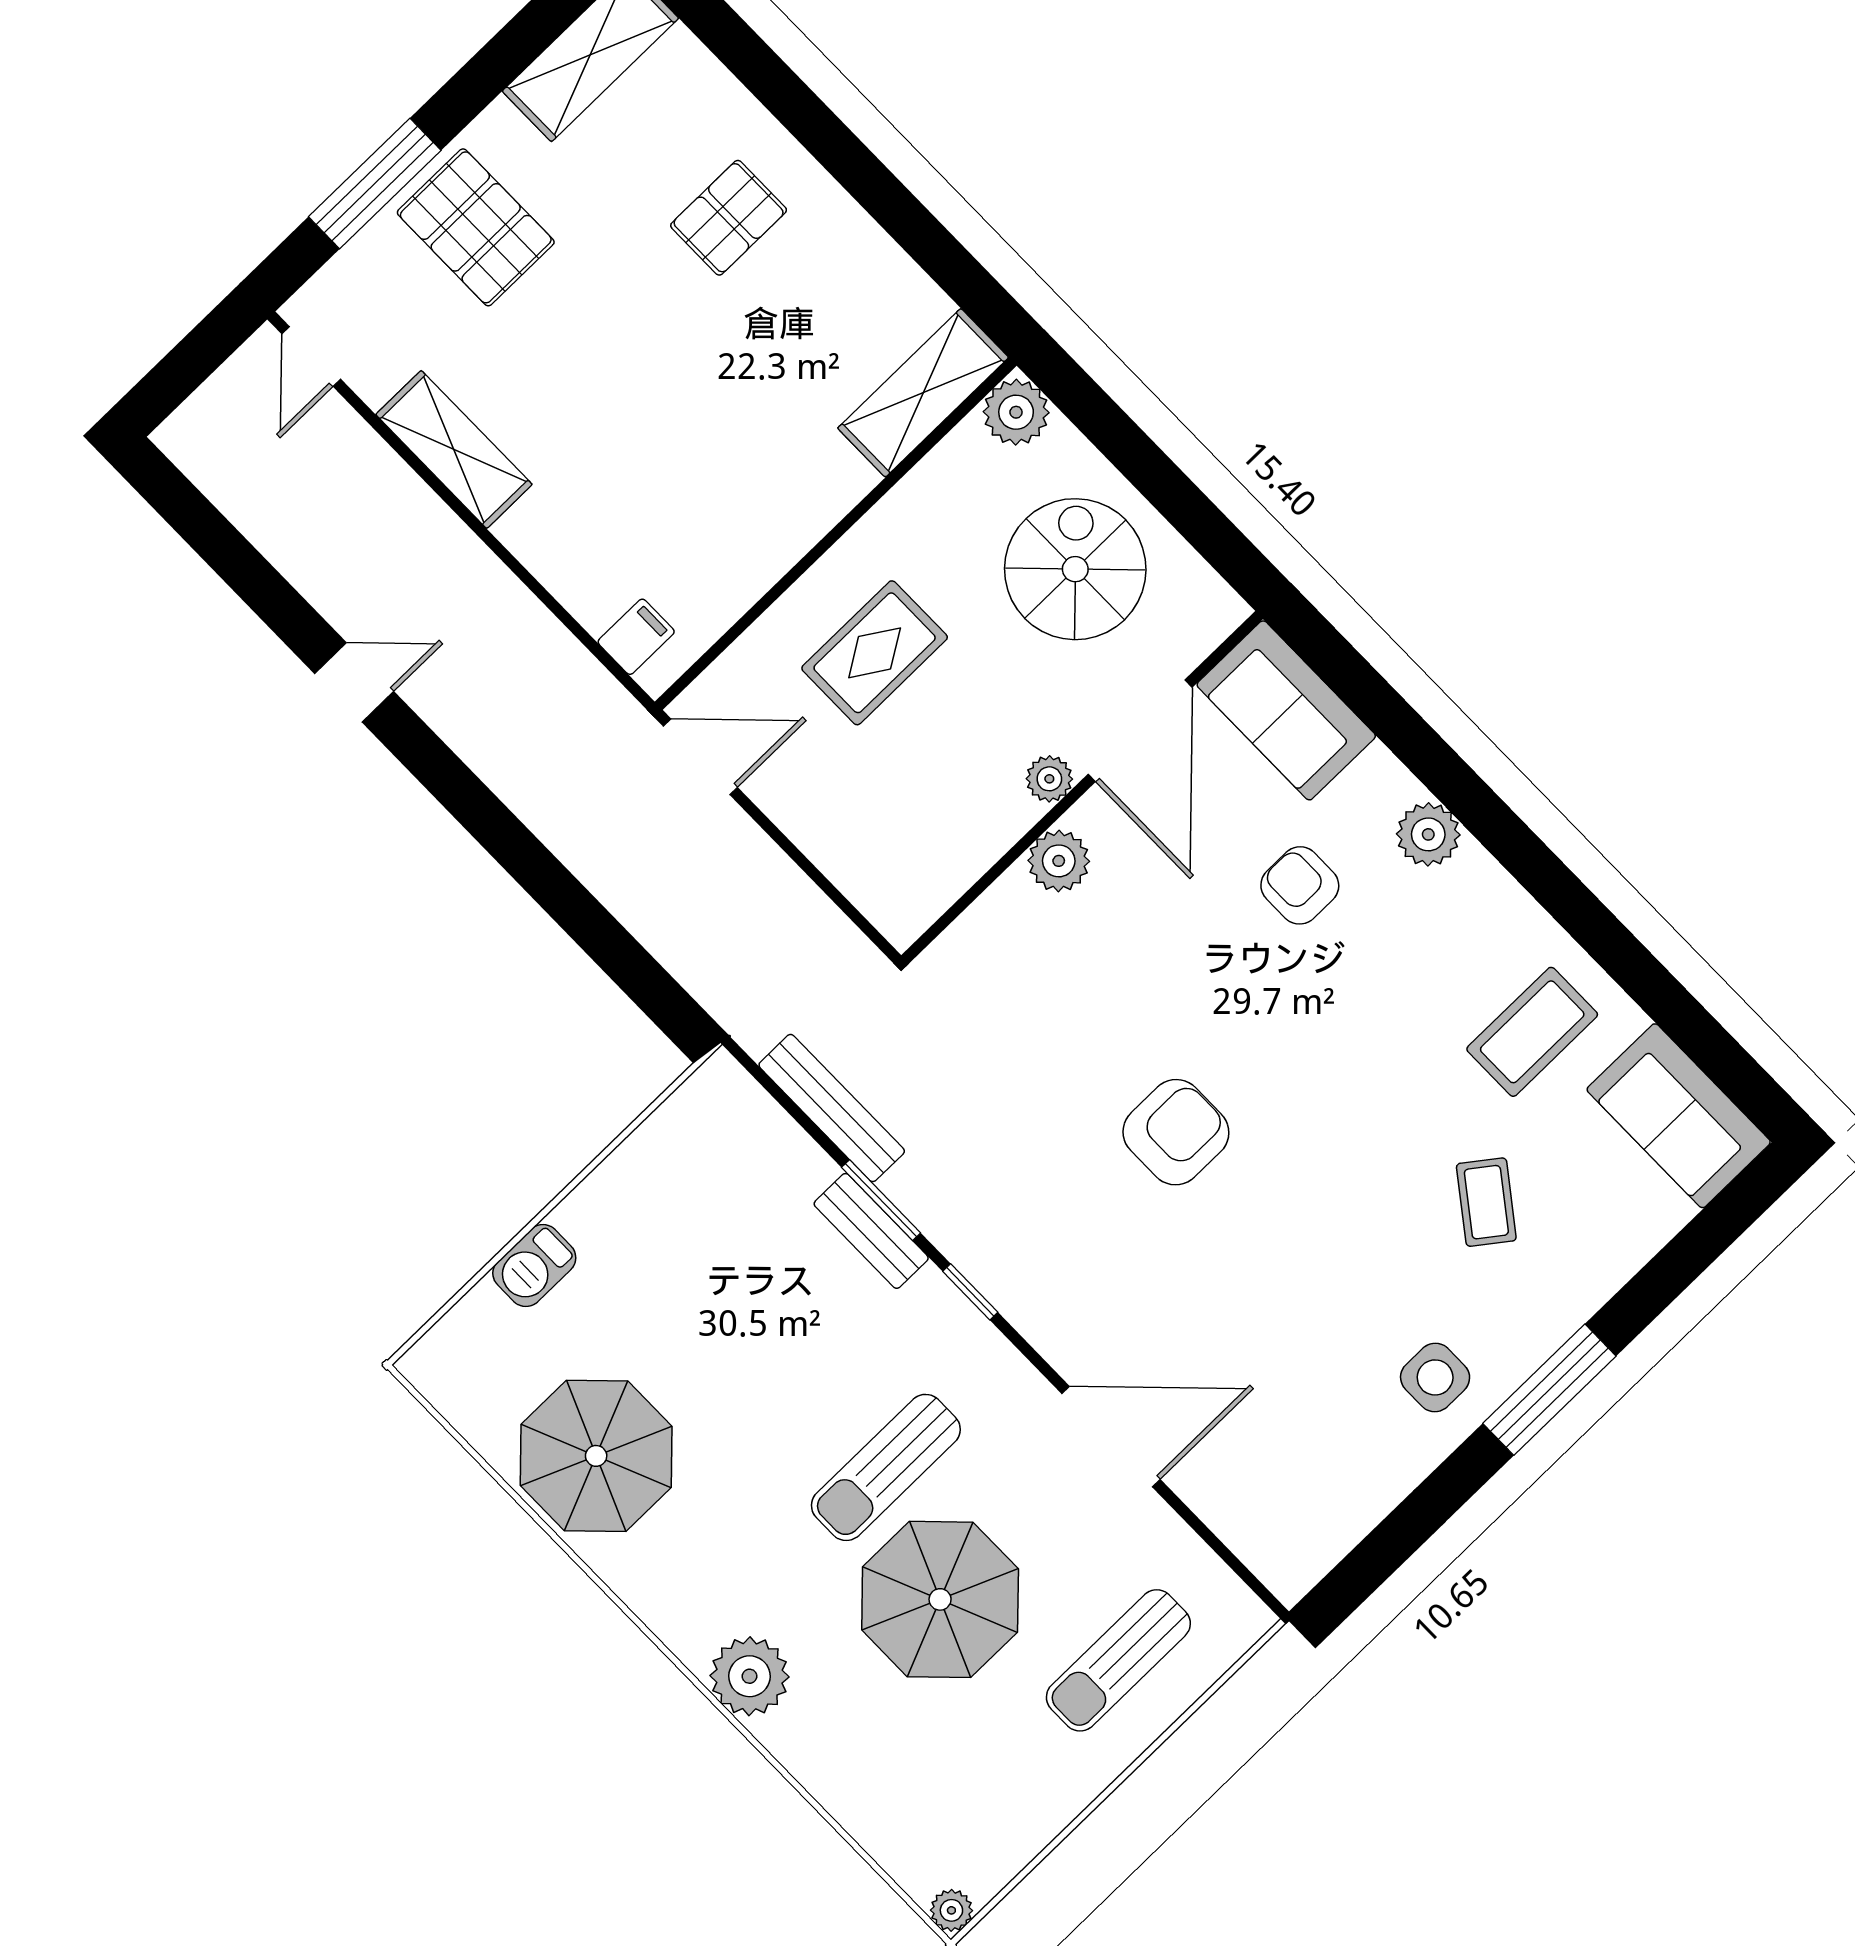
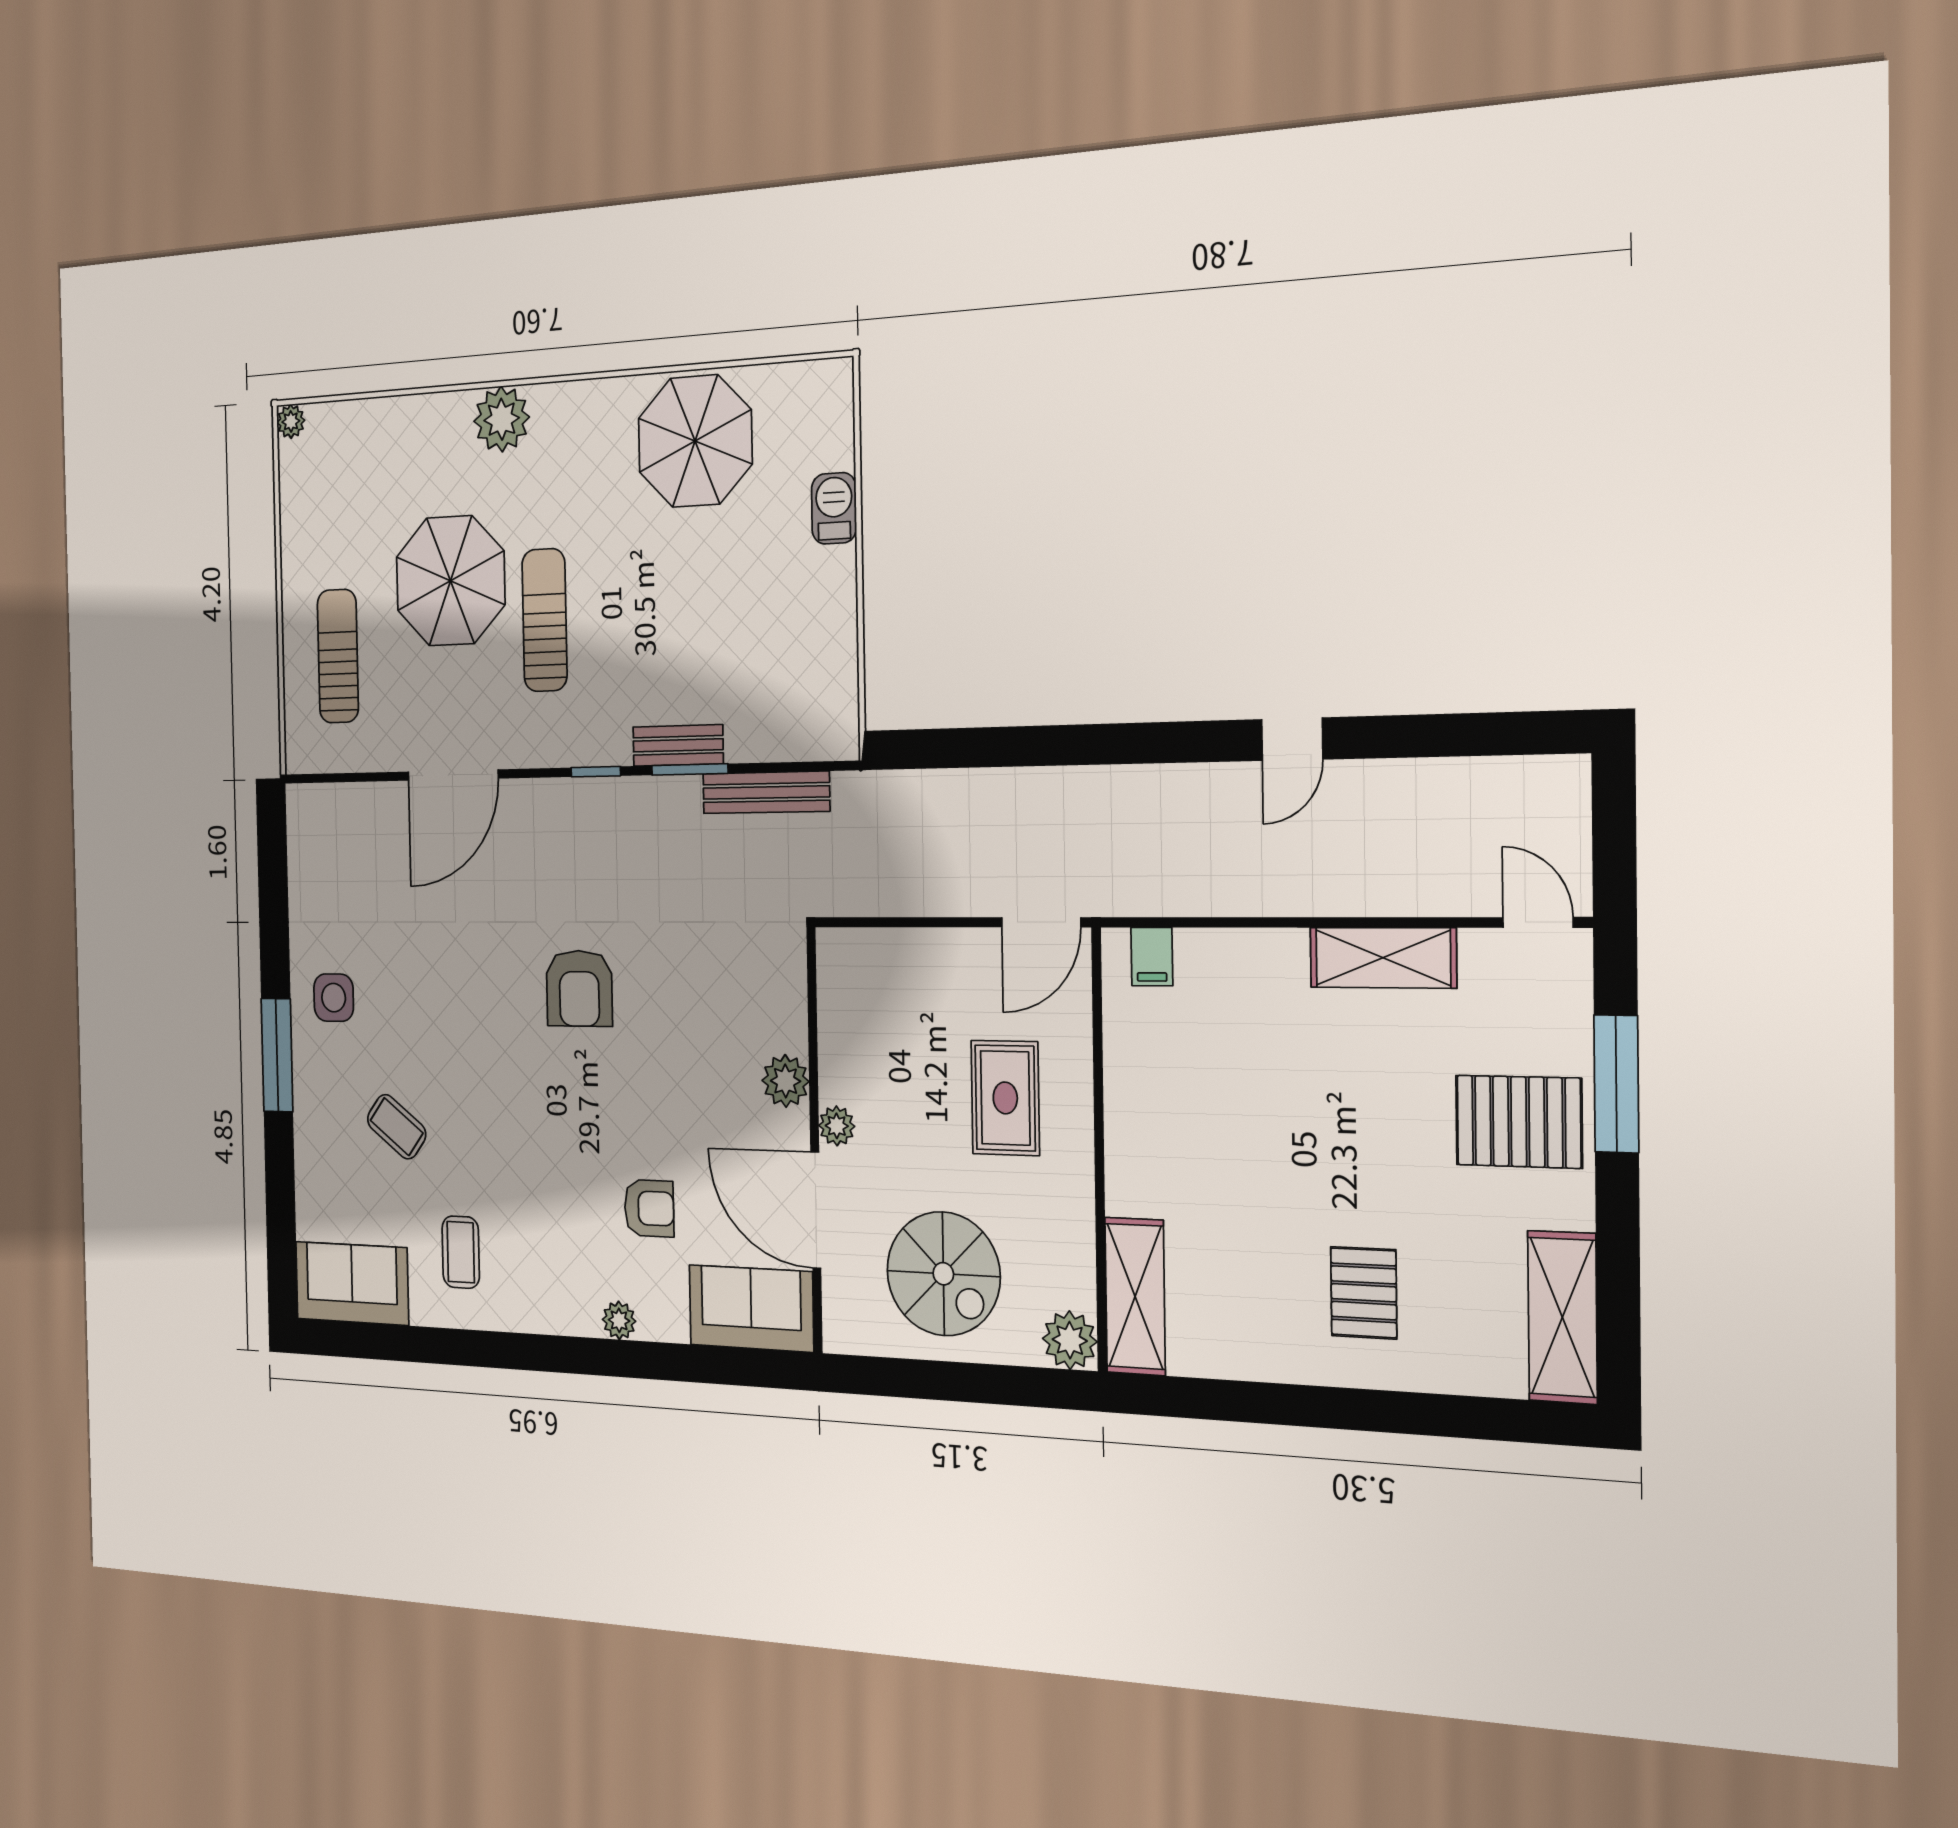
plant: (1428, 834) -> (619, 1320), width x0.73, depth x0.73
coffee table: (1532, 1032) -> (461, 1252), width x0.73, depth x0.77

